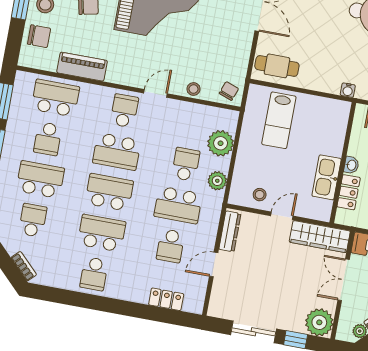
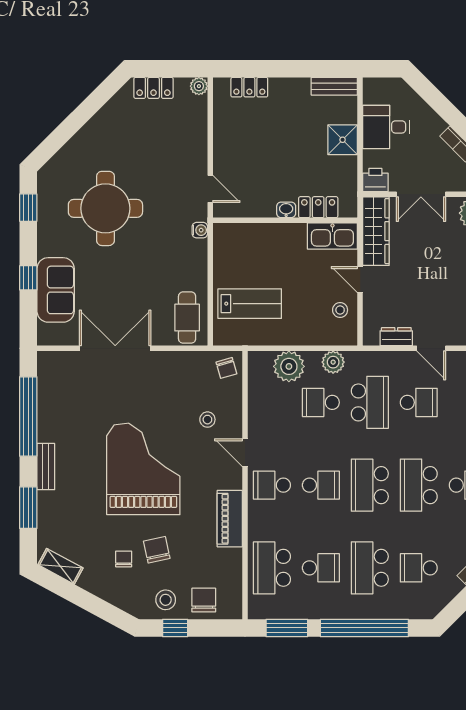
piano: (82, 67) -> (230, 519), moved
stool: (194, 89) -> (207, 420), moved
chair: (229, 91) -> (226, 368), turned -126
school desk: (117, 152) -> (321, 485), width x0.54
kitchen sink: (327, 177) -> (332, 236), moved
dresser: (230, 231) -> (396, 337), width x0.70

